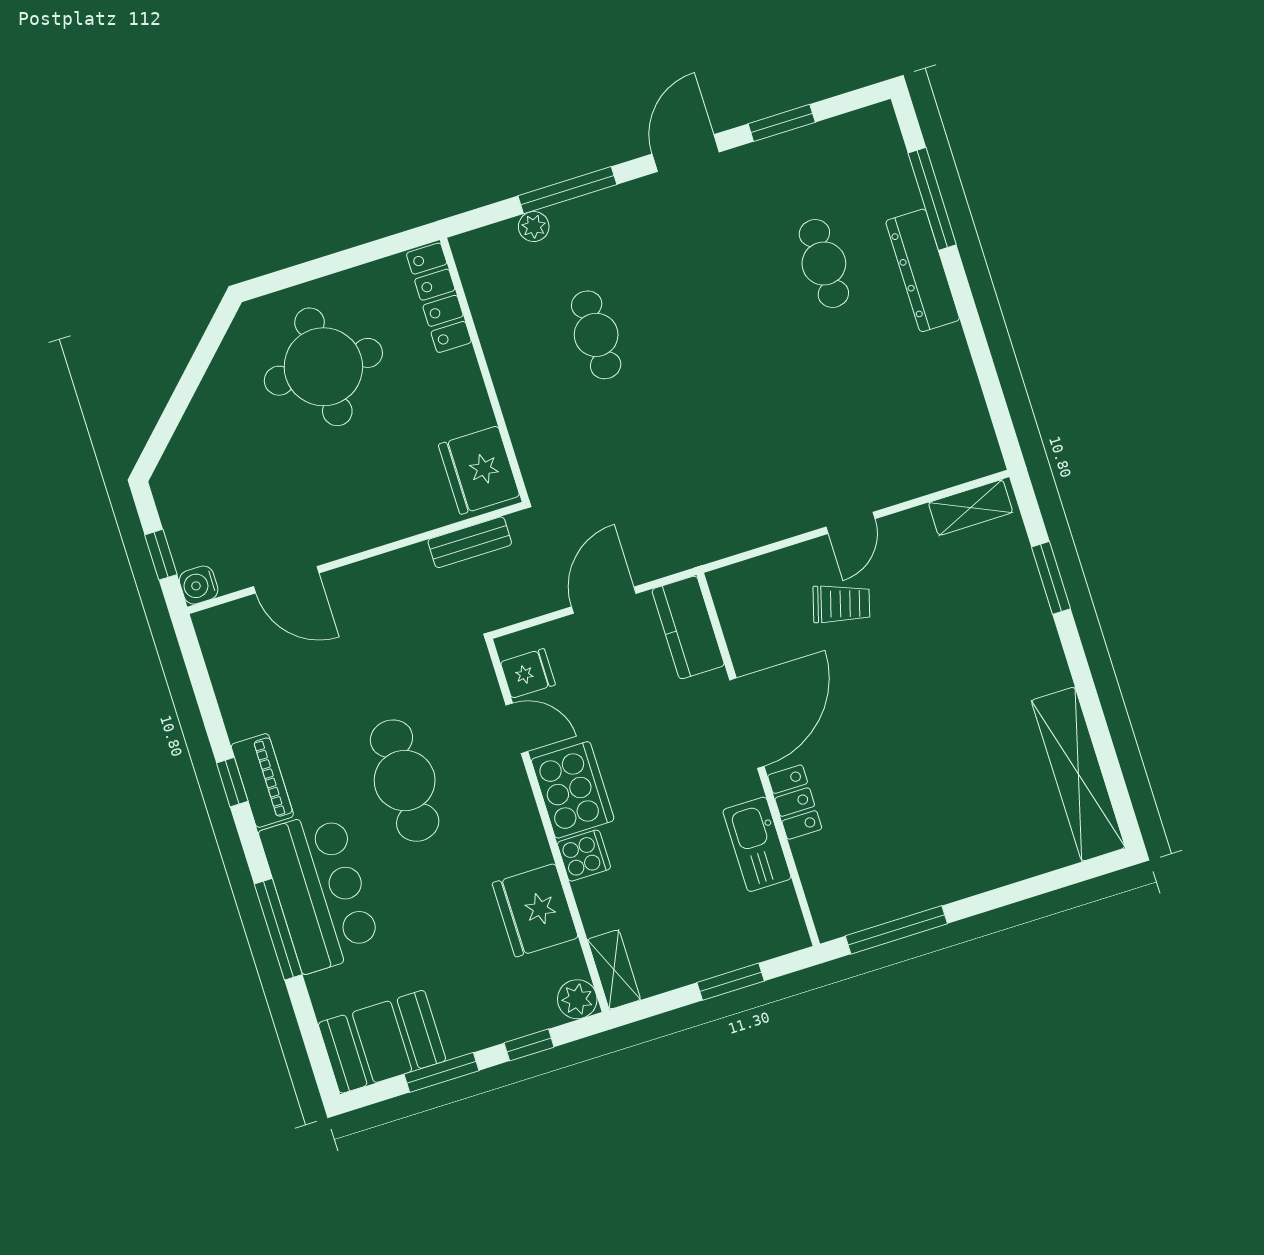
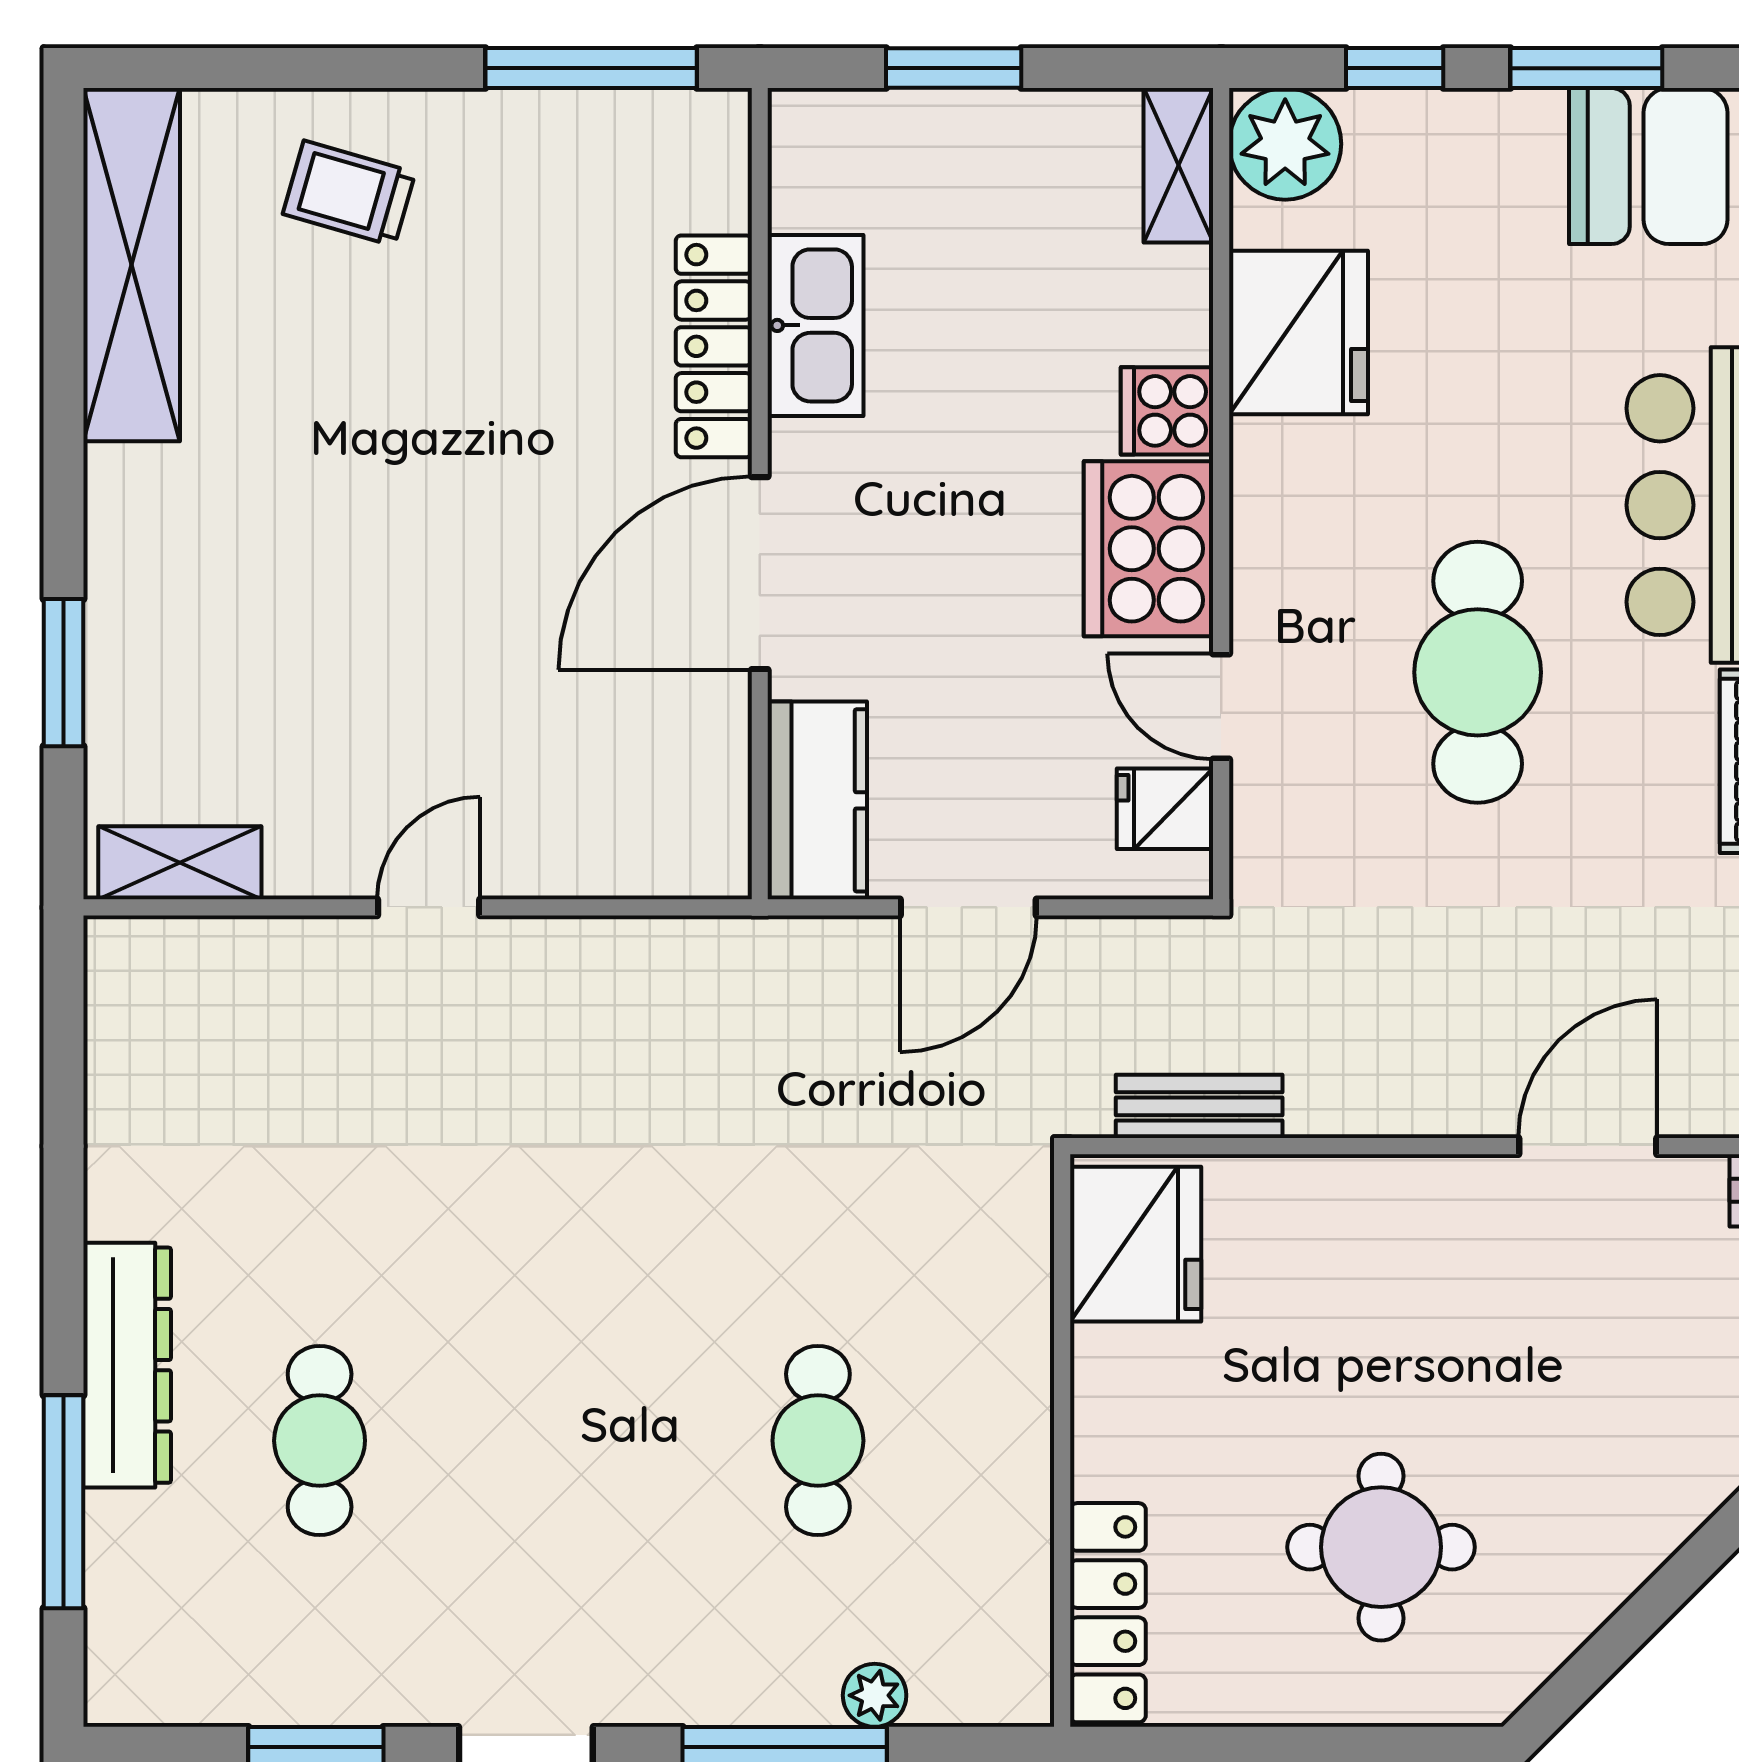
round table: (323, 367) -> (1381, 1547), width x0.73, depth x0.73
door: (286, 580) -> (1588, 1146), hinge flipped
trolley: (841, 604) -> (349, 193), moved
locker: (795, 802) -> (714, 346), width x1.53
plant: (577, 999) -> (1285, 144), width x1.36, depth x1.36

